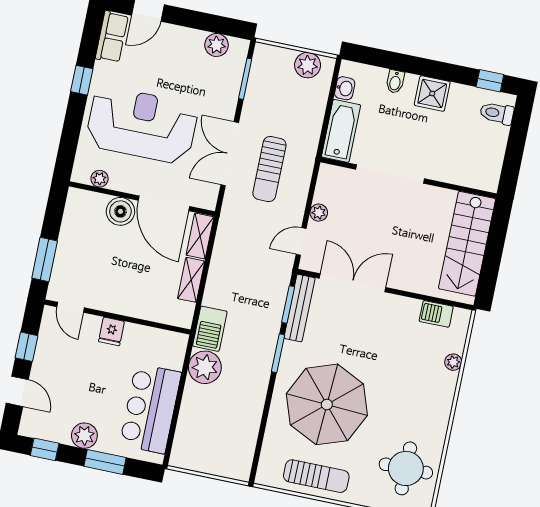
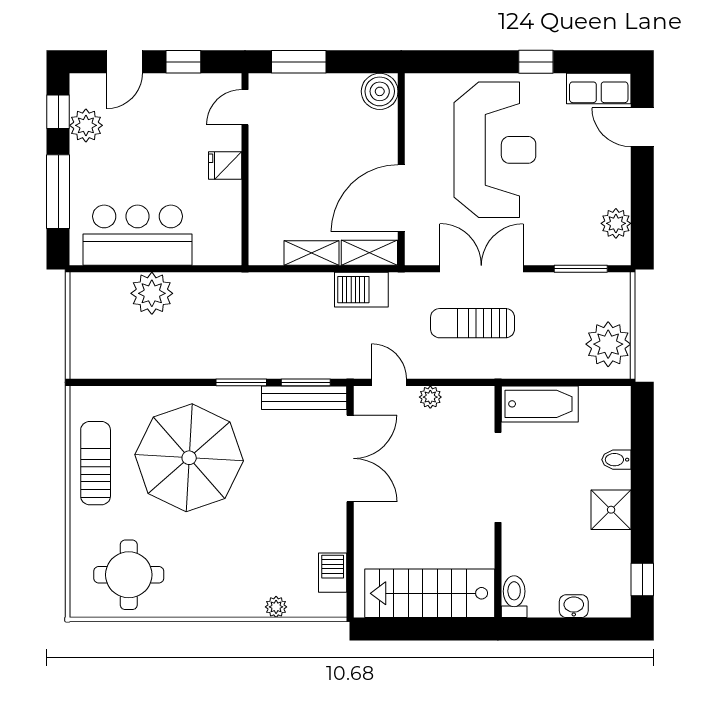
plant: (308, 65) -> (608, 344), width x1.36, depth x1.36
washbasin: (345, 88) -> (574, 606), moved, turned 180
toilet: (497, 113) -> (514, 597), moved
plant: (100, 179) -> (416, 110), removed
boiler: (120, 211) -> (380, 91), moved
barbecue: (210, 329) -> (361, 290), moved
plant: (205, 367) -> (152, 293), moved
plant: (84, 436) -> (86, 125), moved
window: (105, 462) -> (58, 192), width x1.44
sun lounger: (316, 476) -> (96, 463), turned 180

